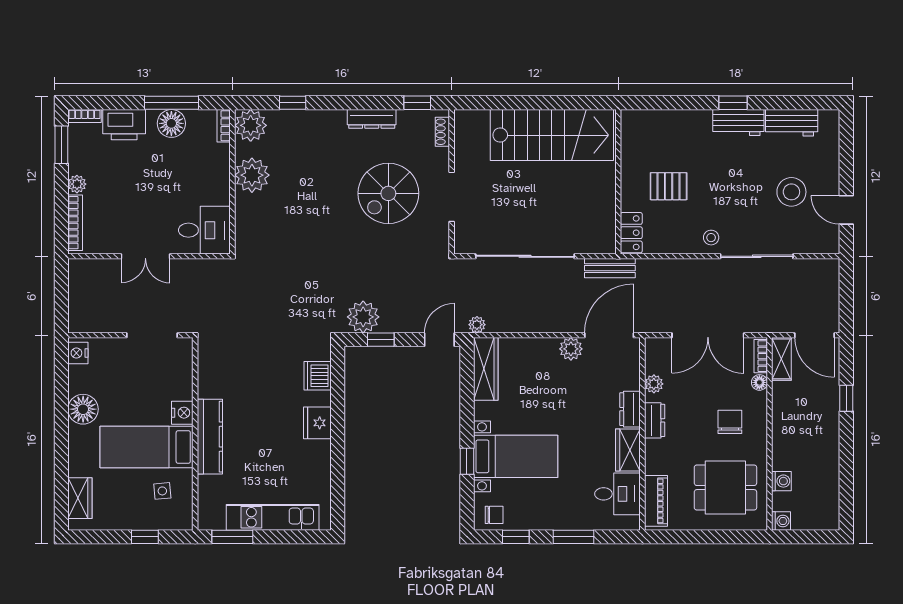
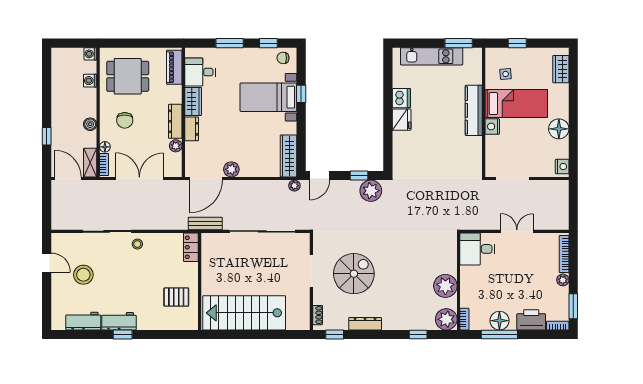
pallet: (669, 186) -> (176, 297), moved
dishwasher: (318, 376) -> (401, 98), moved
boiler: (781, 416) -> (90, 124), added
dresser: (655, 420) -> (175, 121), width x1.44

